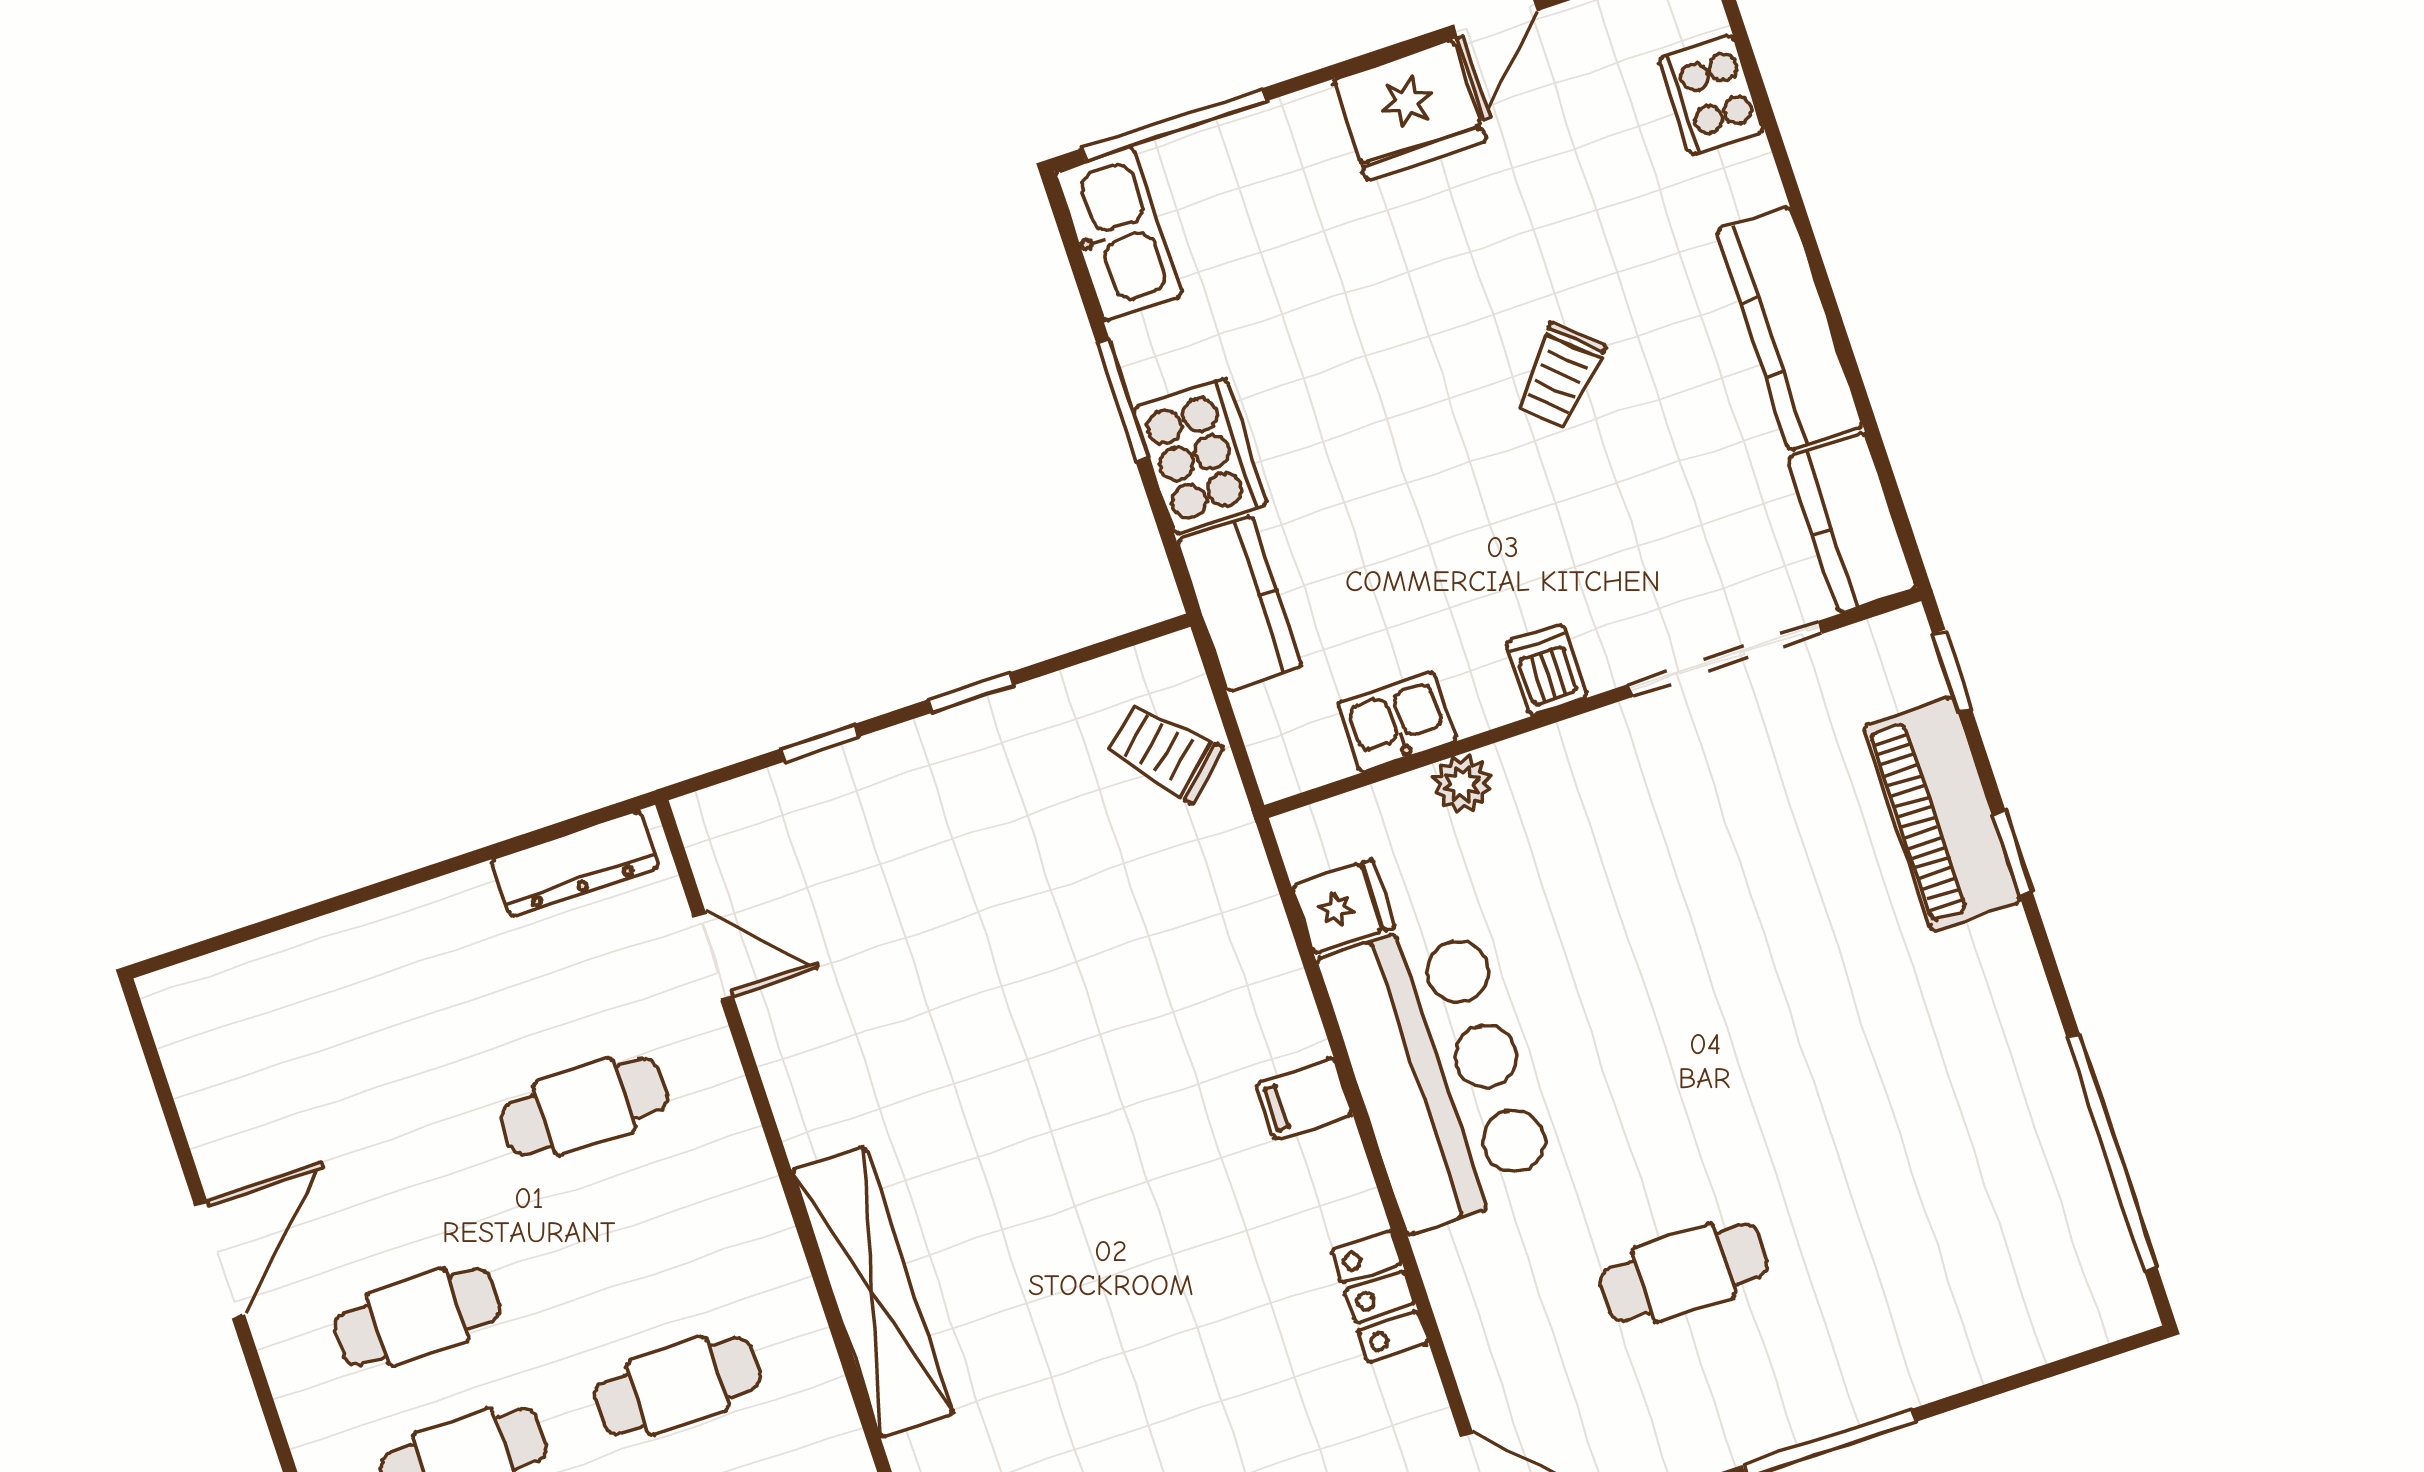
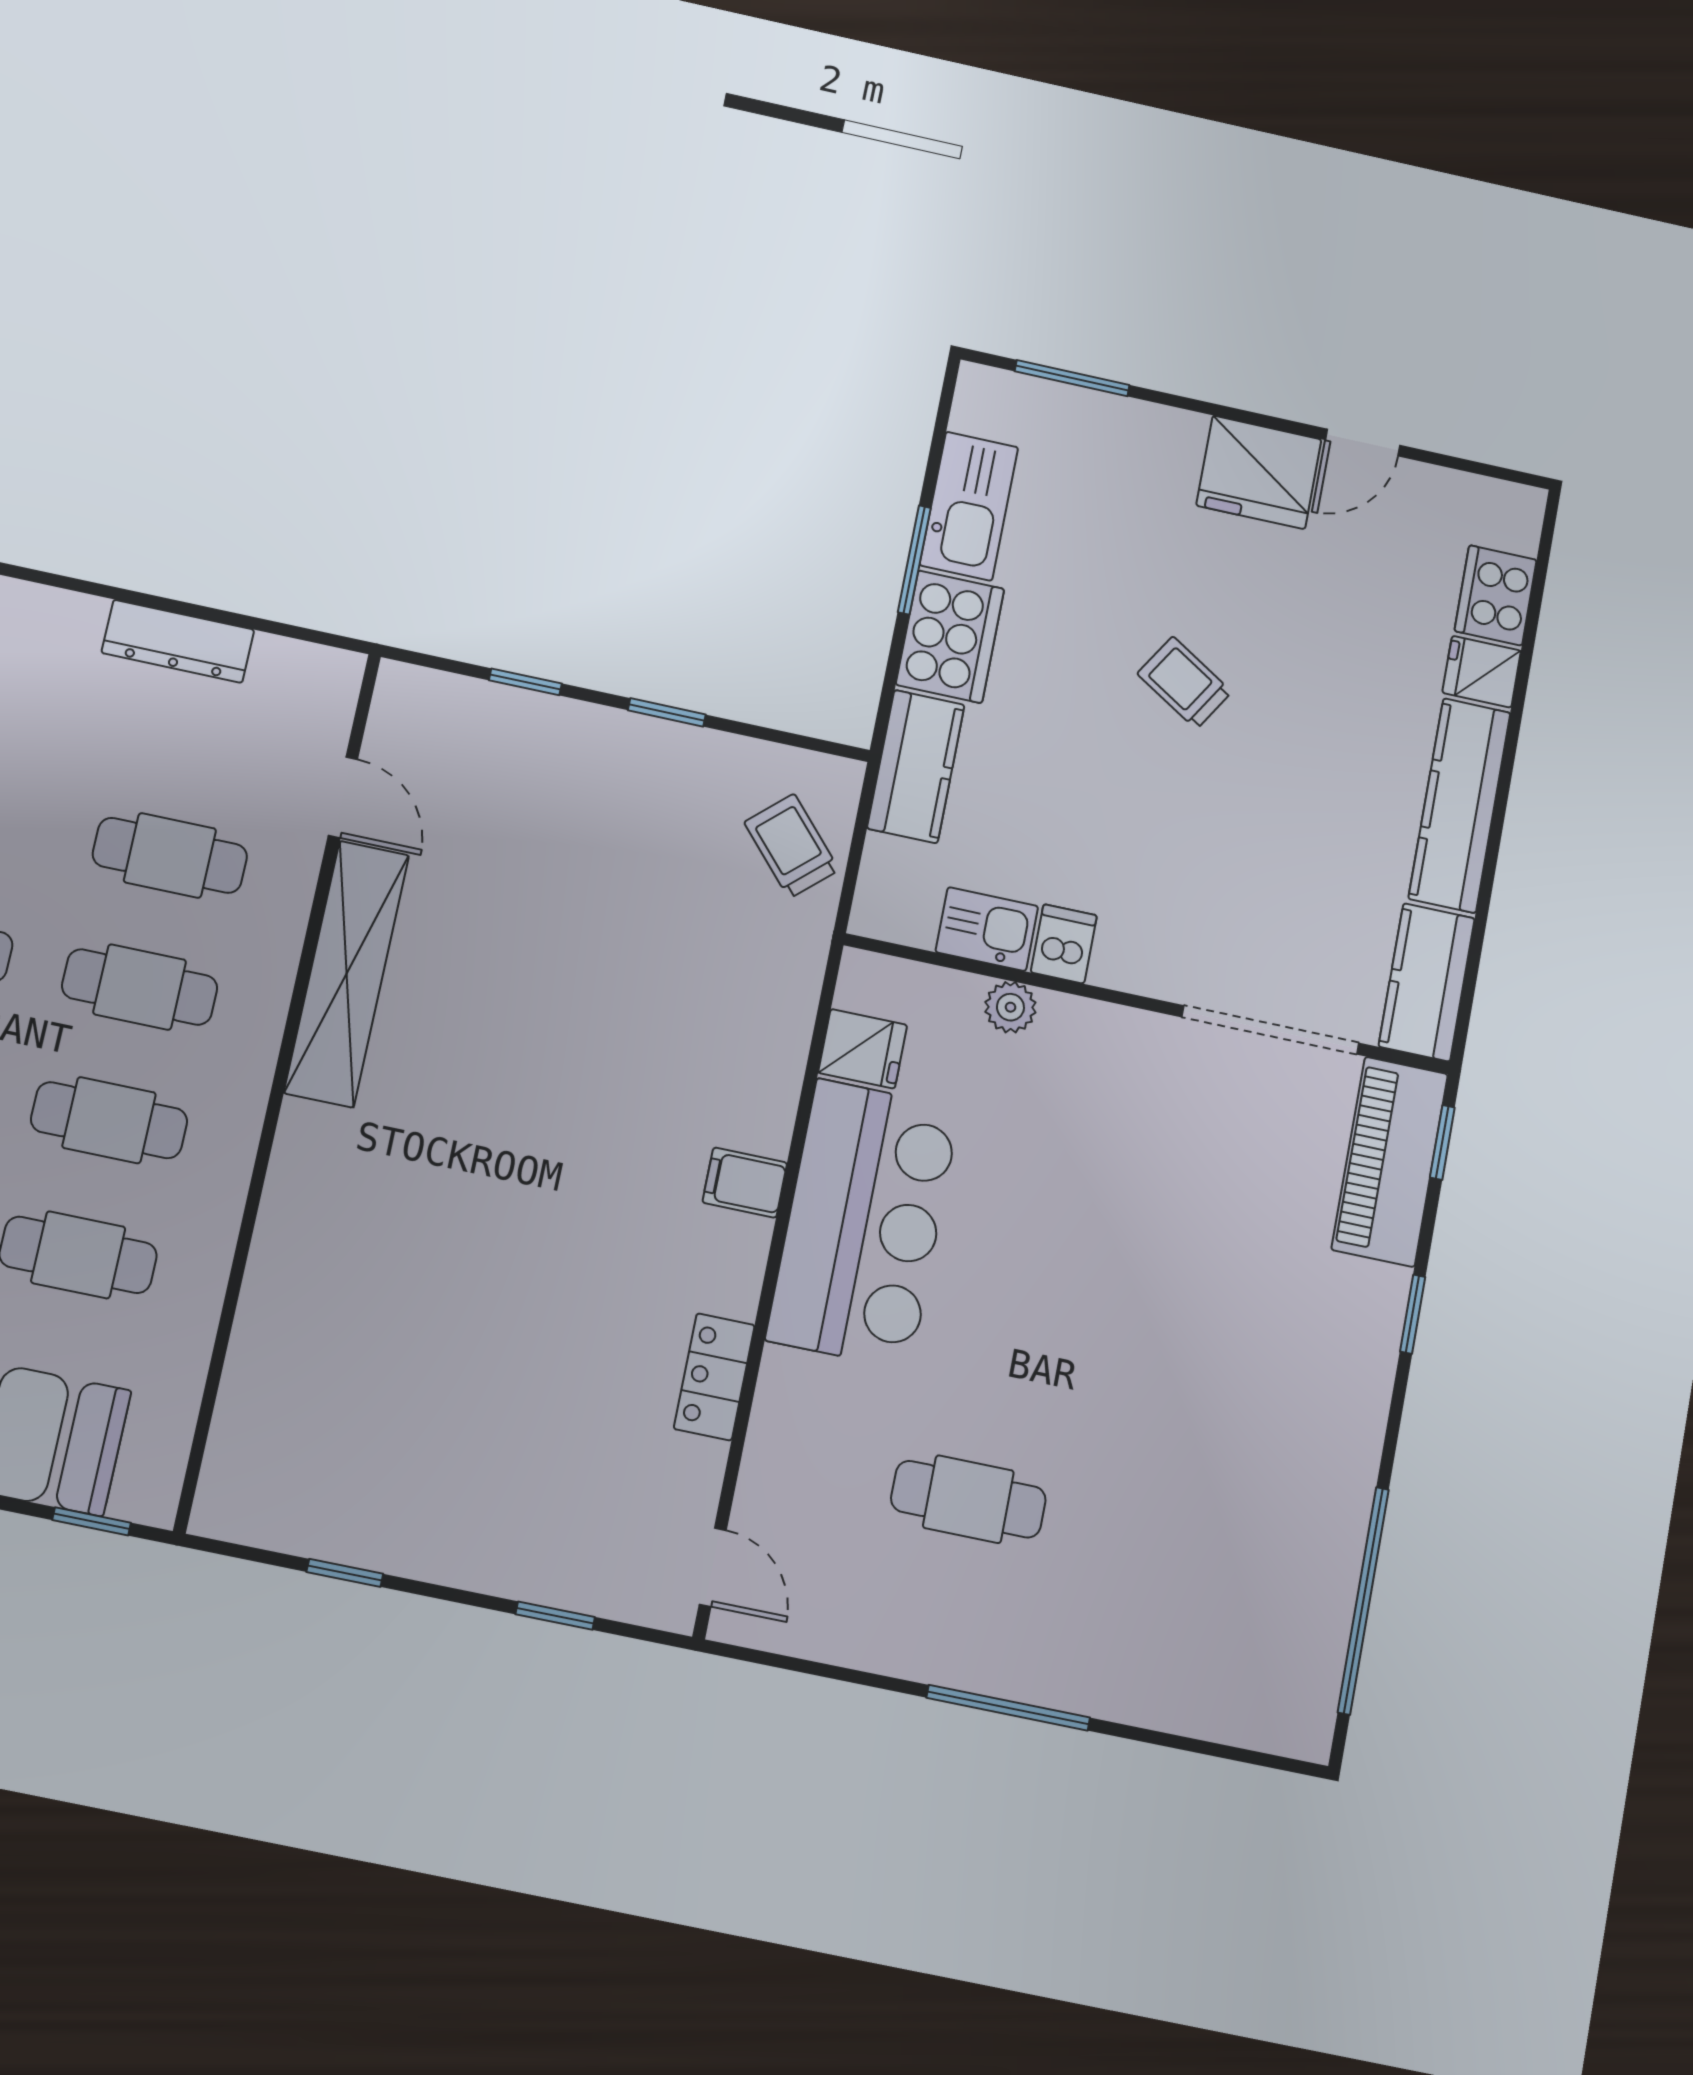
window: (1173, 125) -> (1072, 378), width x0.69
fridge: (1739, 181) -> (1482, 672), added
kitchen sink: (1118, 234) -> (969, 506), moved
trolley: (1560, 376) -> (1185, 683), moved, turned 80
dishwasher: (1546, 670) -> (1064, 944), moved
piano: (1942, 814) -> (1390, 1162), moved
dresser: (575, 864) -> (178, 641), moved
cafe table: (631, 1246) -> (140, 987), added
shelving: (873, 1292) -> (347, 974), moved

